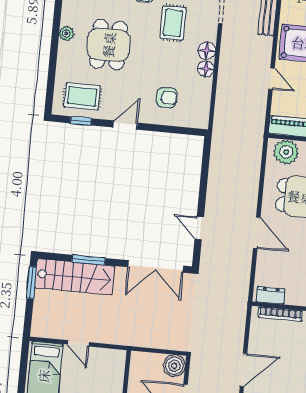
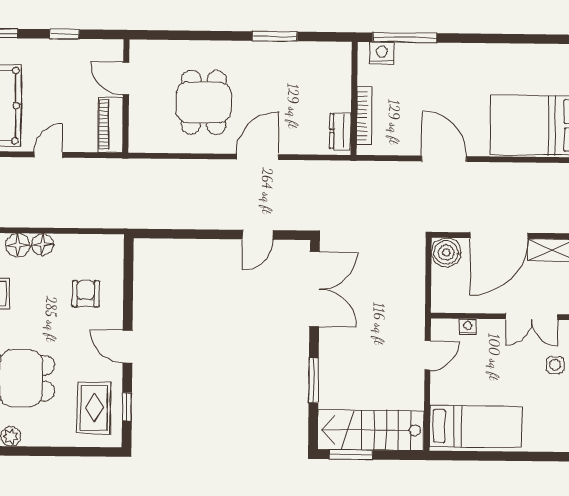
plant: (286, 152) -> (145, 126), removed
stairs: (75, 277) -> (371, 430), moved, turned -90
door: (78, 343) -> (428, 355), moved
nightstand: (118, 377) -> (468, 327), added

